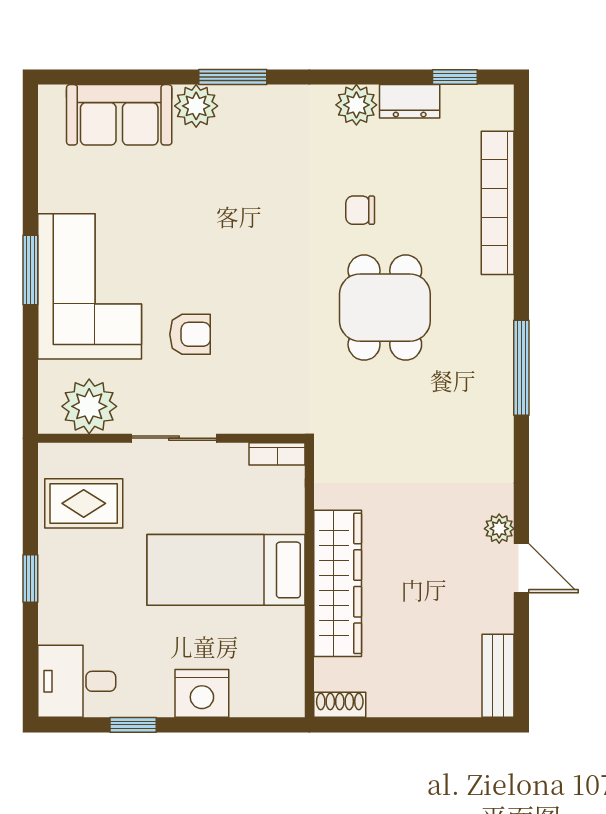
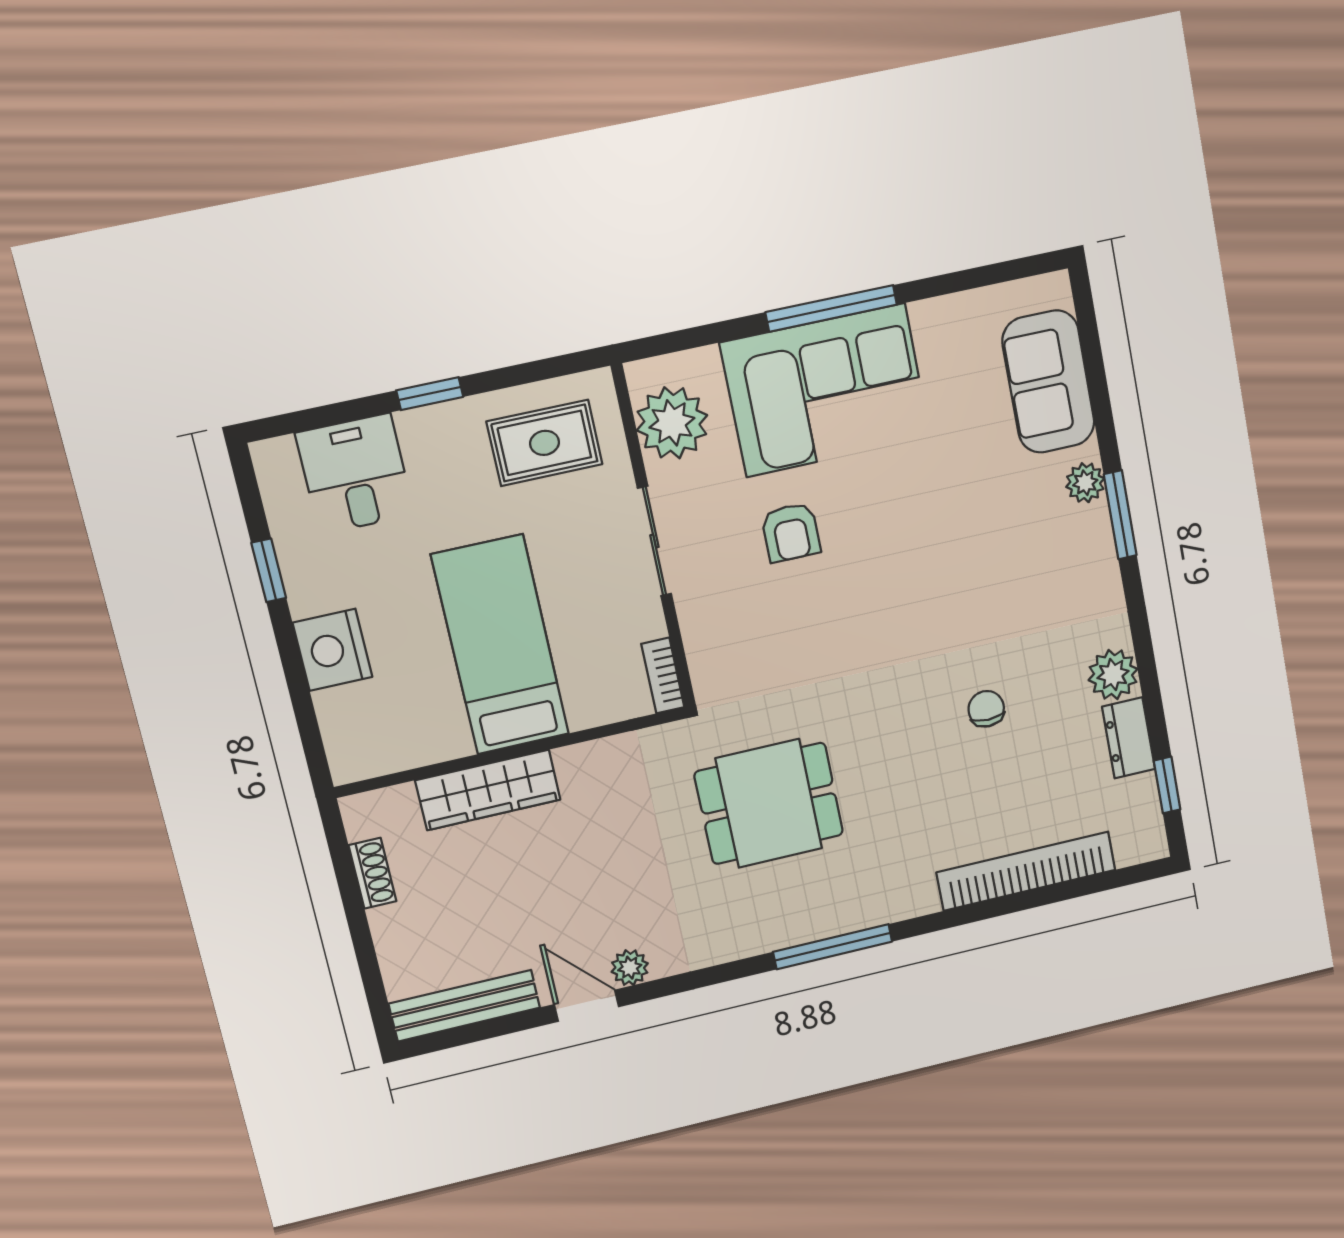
plant: (196, 106) -> (1085, 483), width x0.73, depth x0.73
window: (30, 270) -> (831, 308), width x1.44
dining table: (385, 308) -> (769, 803), moved
rug: (84, 503) -> (545, 443), turned 90
door: (521, 568) -> (587, 1006), swing flipped
wardrobe: (338, 583) -> (488, 790), width x0.71, depth x0.85
bench: (498, 676) -> (464, 1006), width x1.36
desk: (77, 681) -> (355, 474), moved
shoe rack: (340, 705) -> (372, 873), moved

